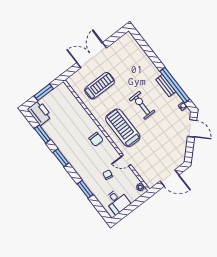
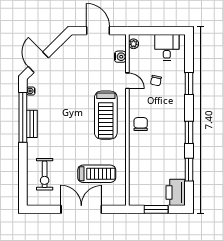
double door: (92, 55) -> (81, 209), swing flipped
treadmill: (100, 86) -> (97, 174), turned 180
exercise bike: (142, 105) -> (45, 174), moved
water cooler: (142, 172) -> (120, 57), added

